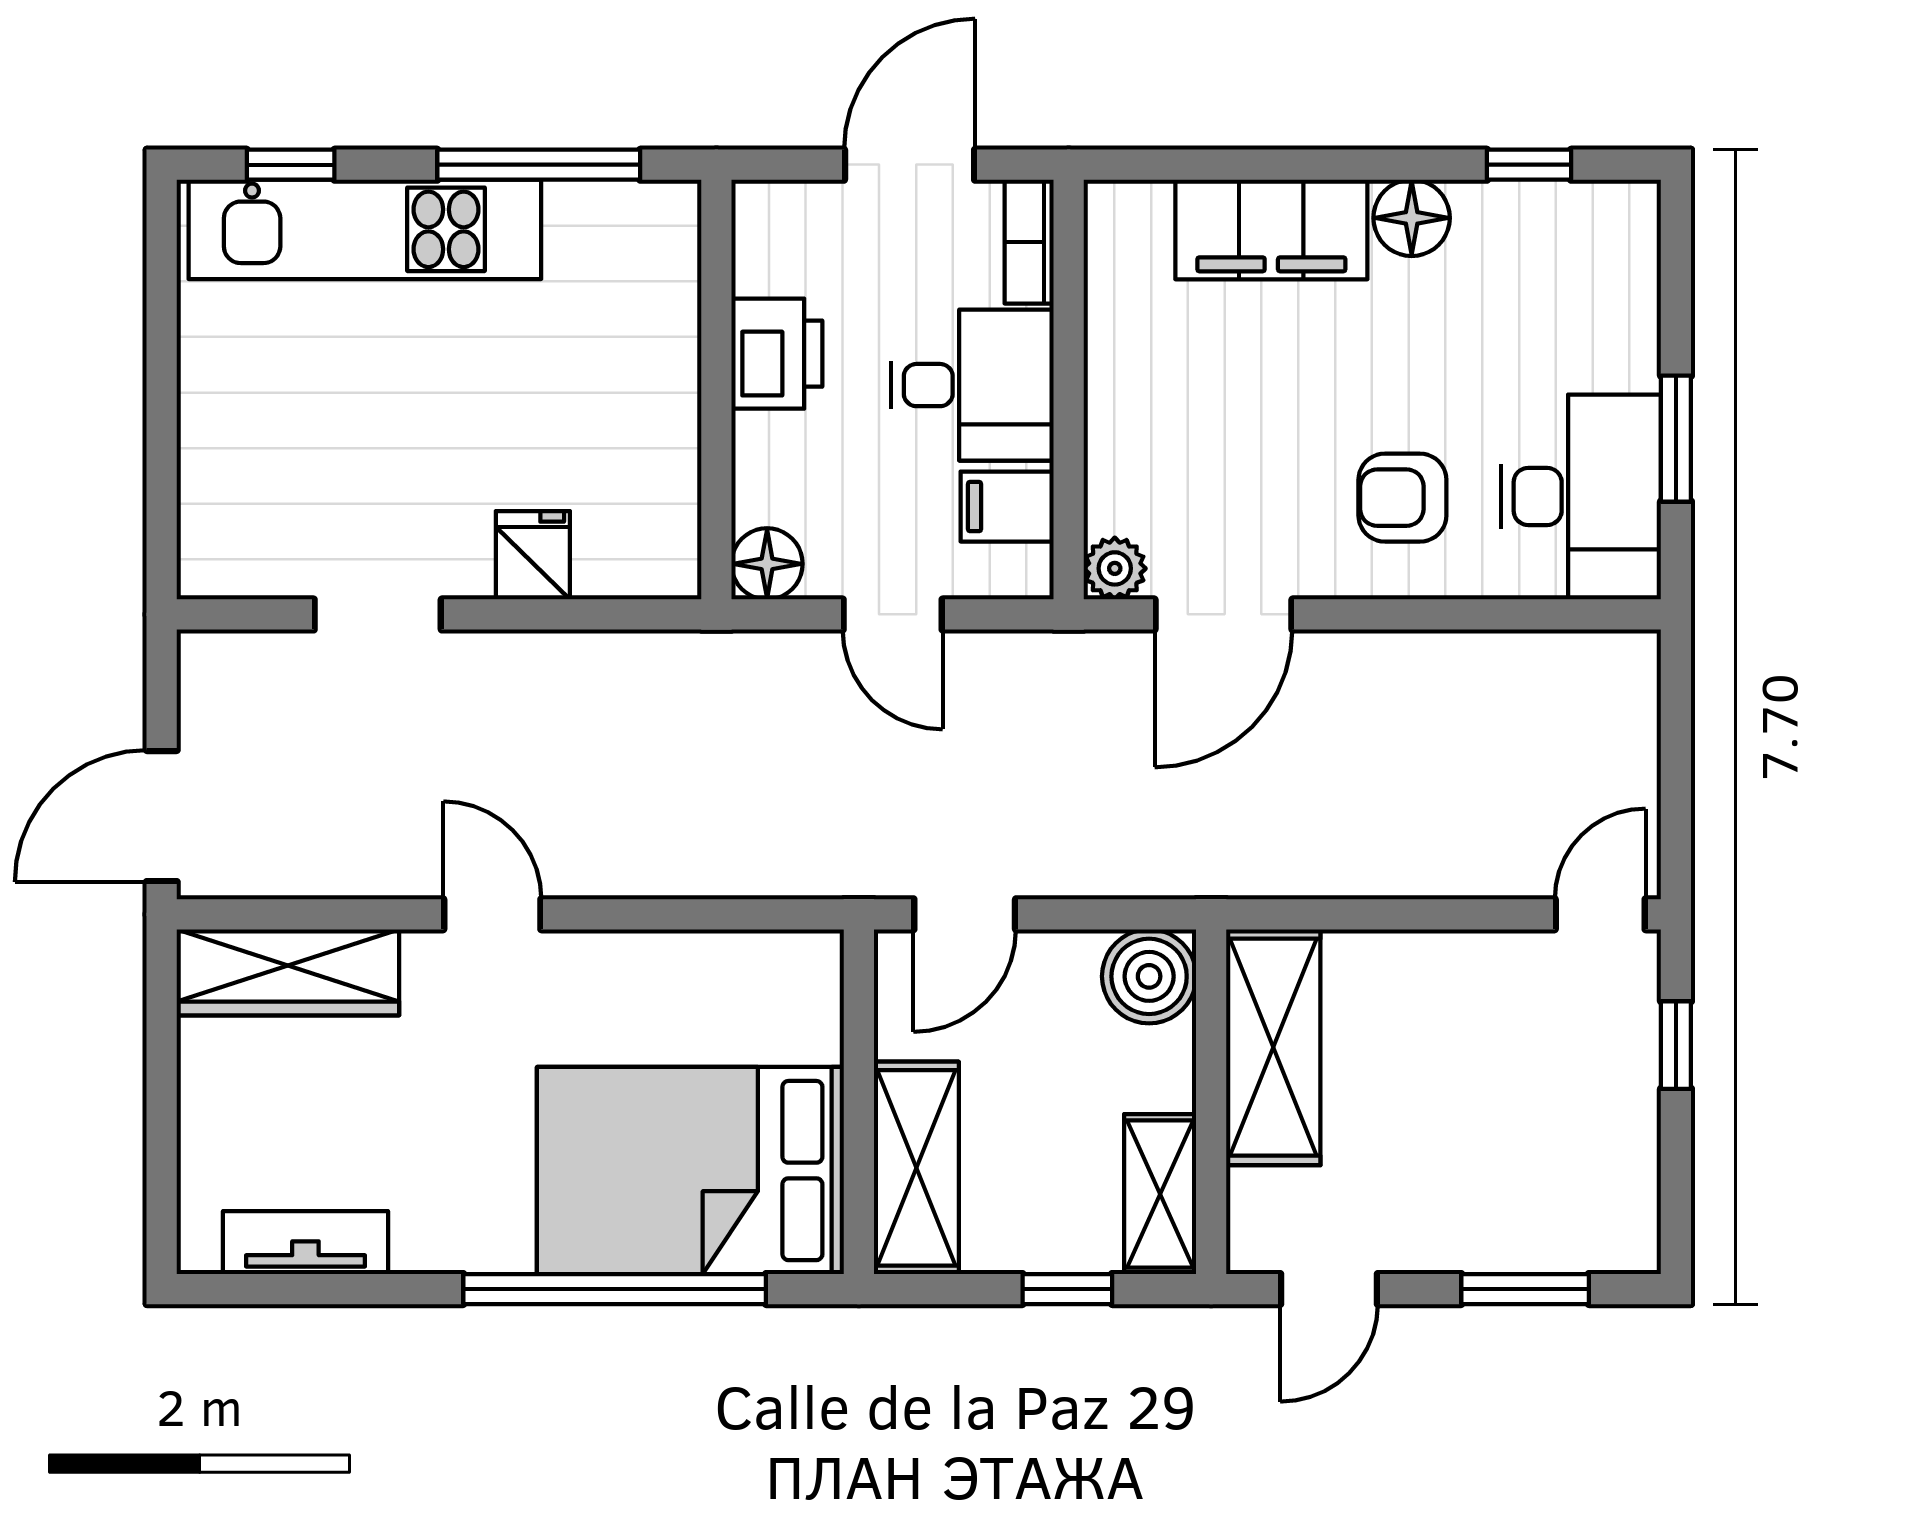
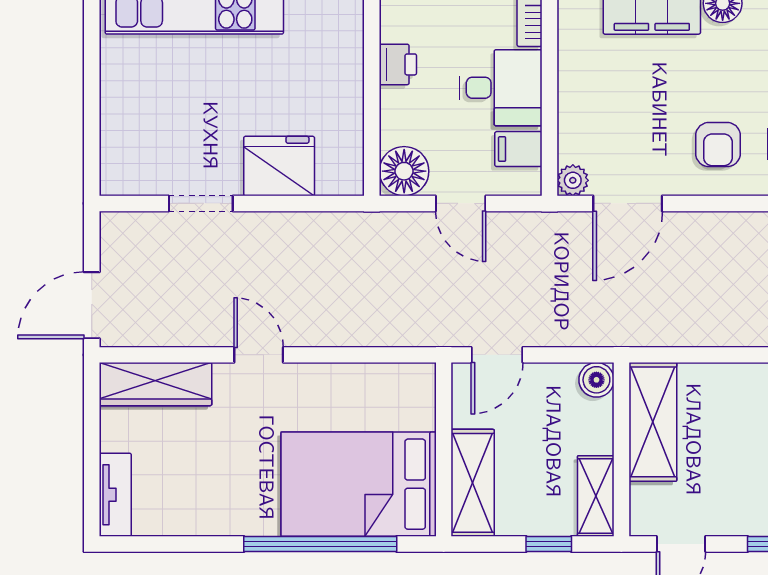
printer: (777, 354) -> (398, 64), width x0.73, depth x0.81
armchair: (1402, 498) -> (718, 145), turned -90
fridge: (533, 555) -> (279, 166), width x1.88, depth x1.34
floor lamp: (767, 564) -> (404, 171), width x1.38, depth x1.38
boiler: (1149, 976) -> (596, 380), width x0.73, depth x0.73
tv unit: (305, 1243) -> (115, 495), moved, turned 90

